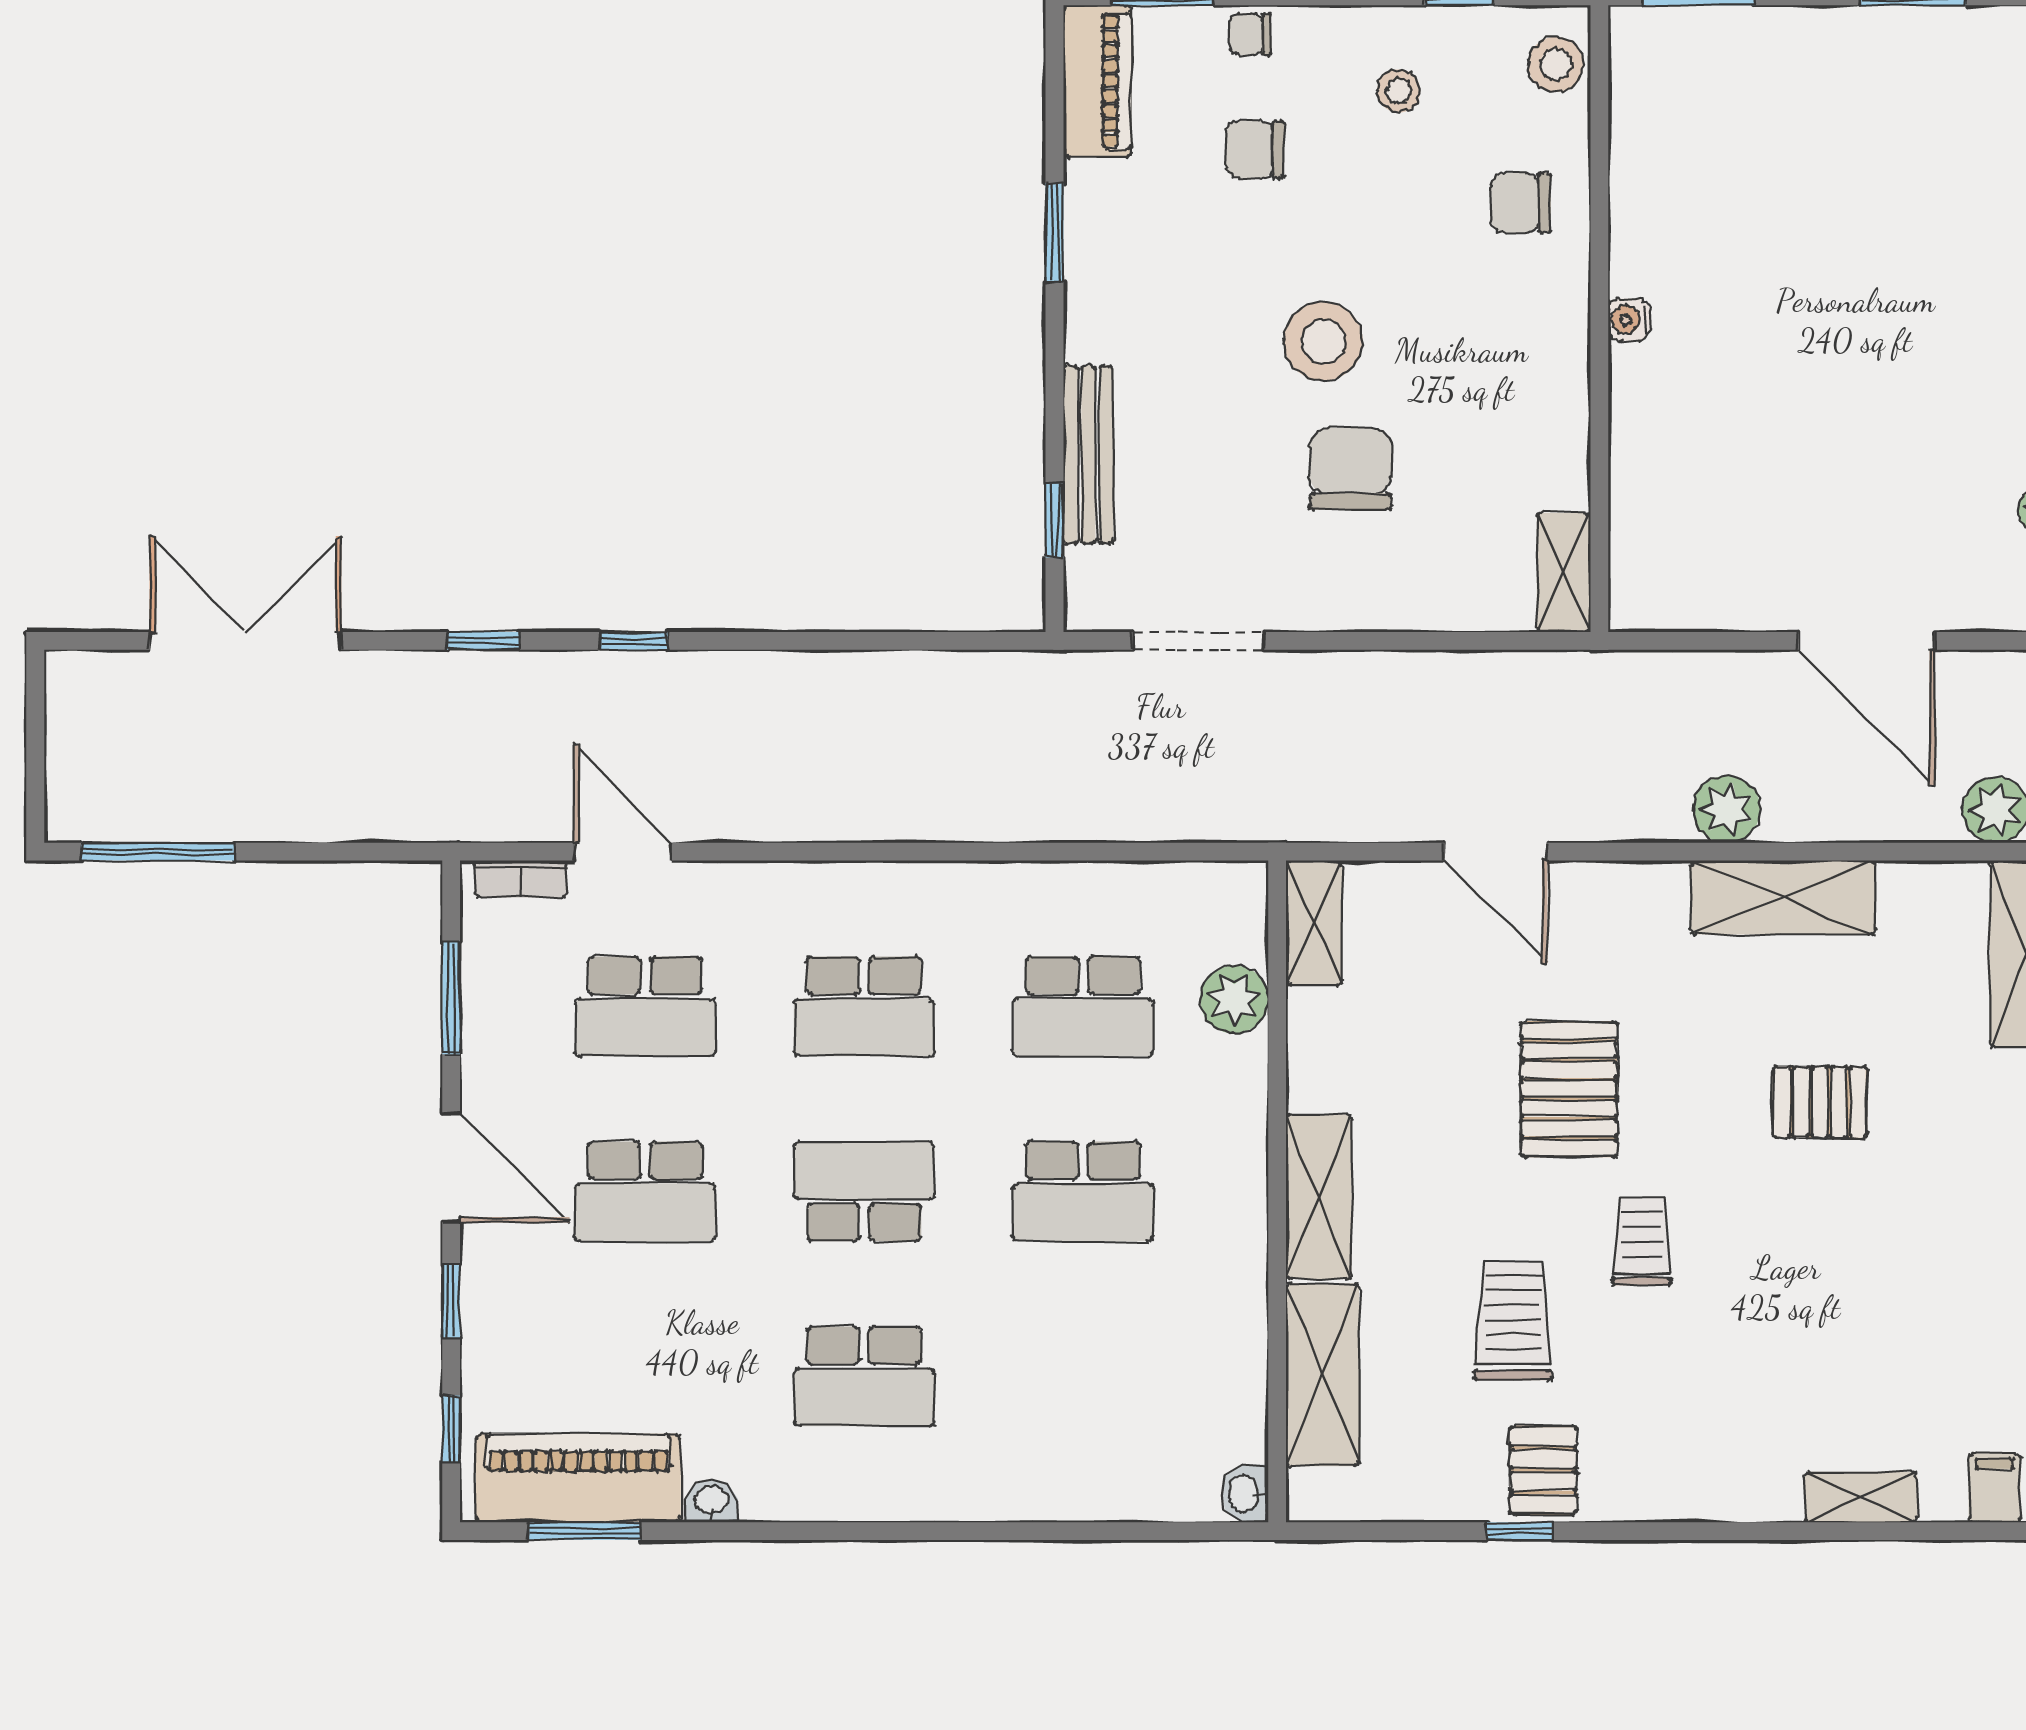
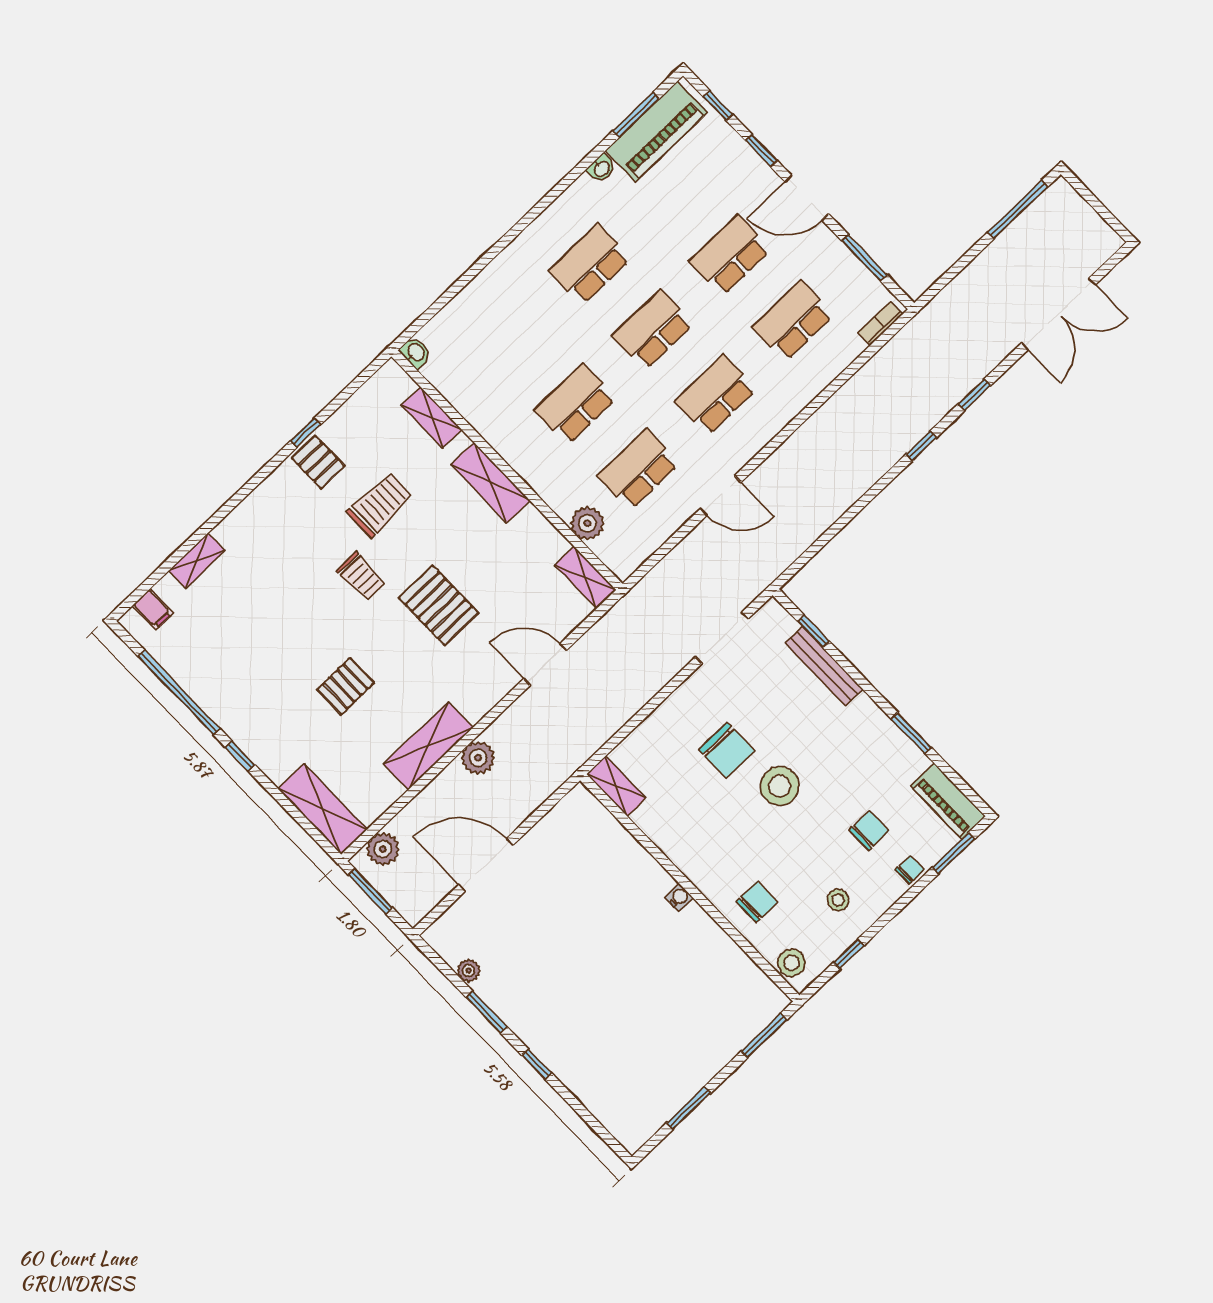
door: (623, 852) -> (721, 496), moved
school desk: (864, 1191) -> (653, 330), turned 180
trolley: (1513, 1320) -> (380, 505), turned -90
shelving: (1322, 1375) -> (432, 418), width x0.67, depth x0.75

